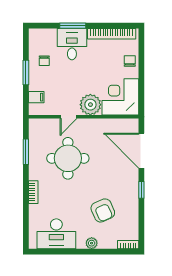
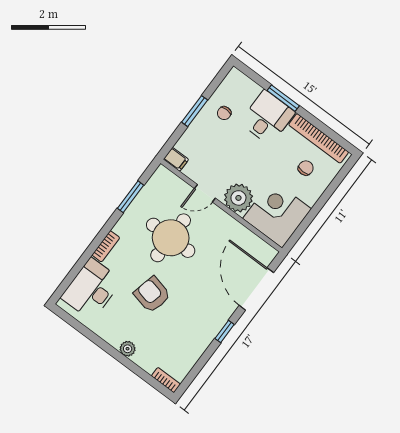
chair: (130, 61) -> (306, 168), moved
filing cabinet: (36, 97) -> (176, 159), moved
armchair: (103, 210) -> (152, 295), moved, turned 127
desk: (56, 234) -> (91, 289), moved, turned 90

